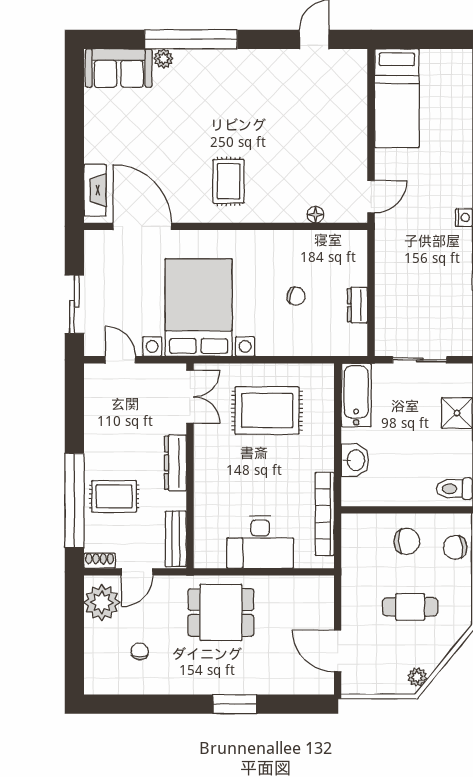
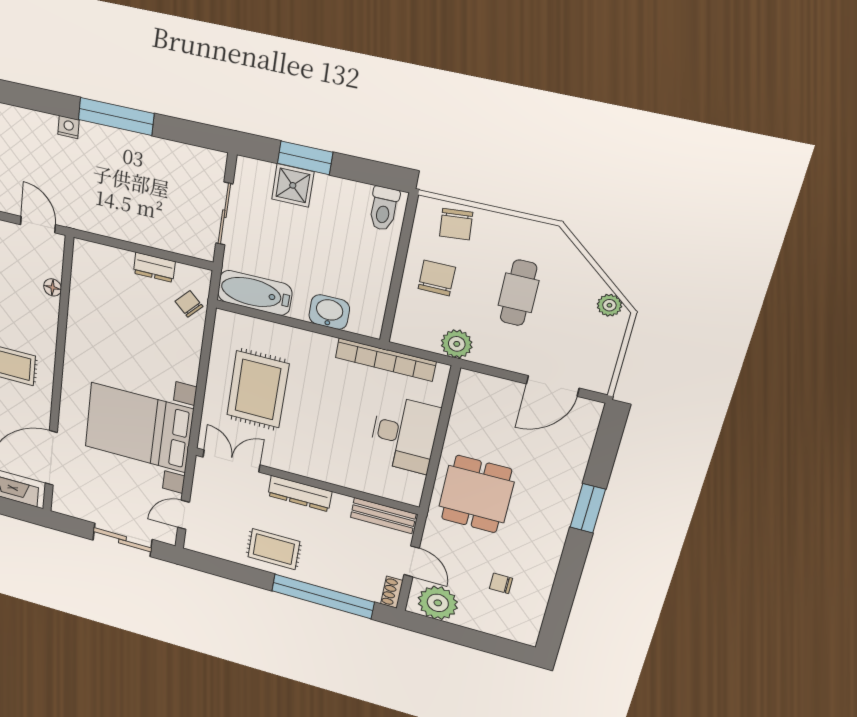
chair: (296, 296) -> (189, 304), moved, turned -64
rug: (114, 496) -> (274, 549), moved, turned 90
plant: (354, 568) -> (457, 344), added

